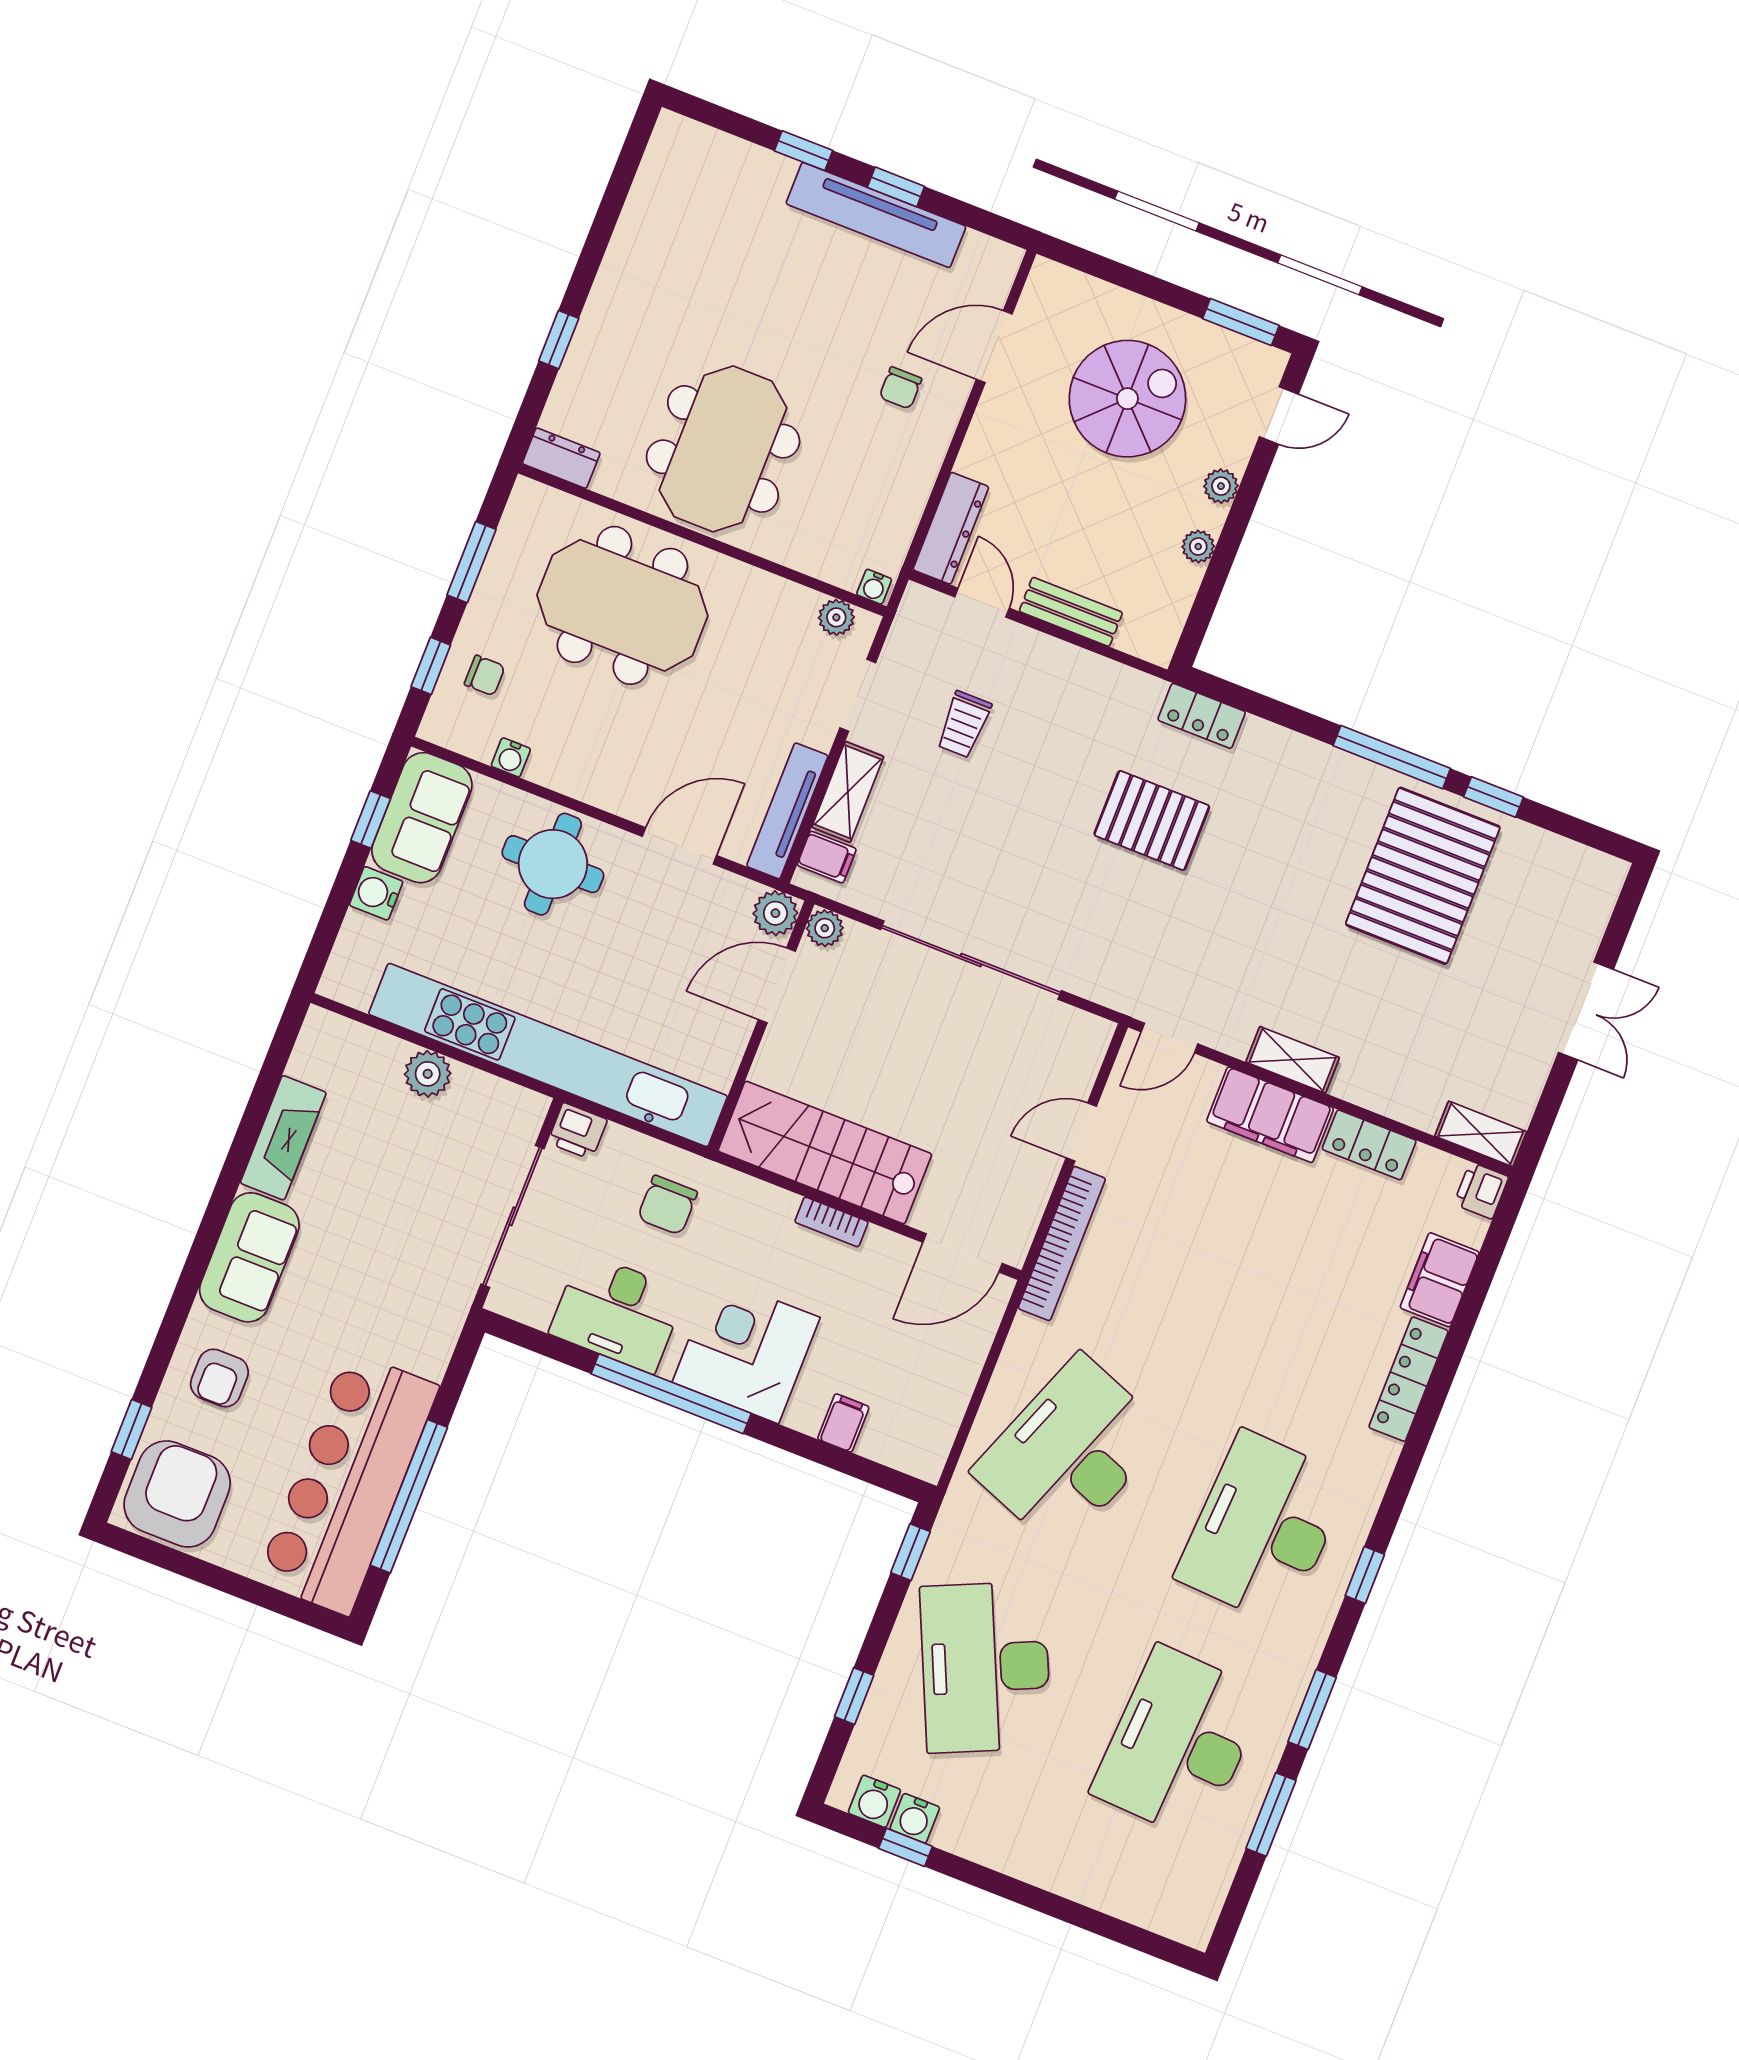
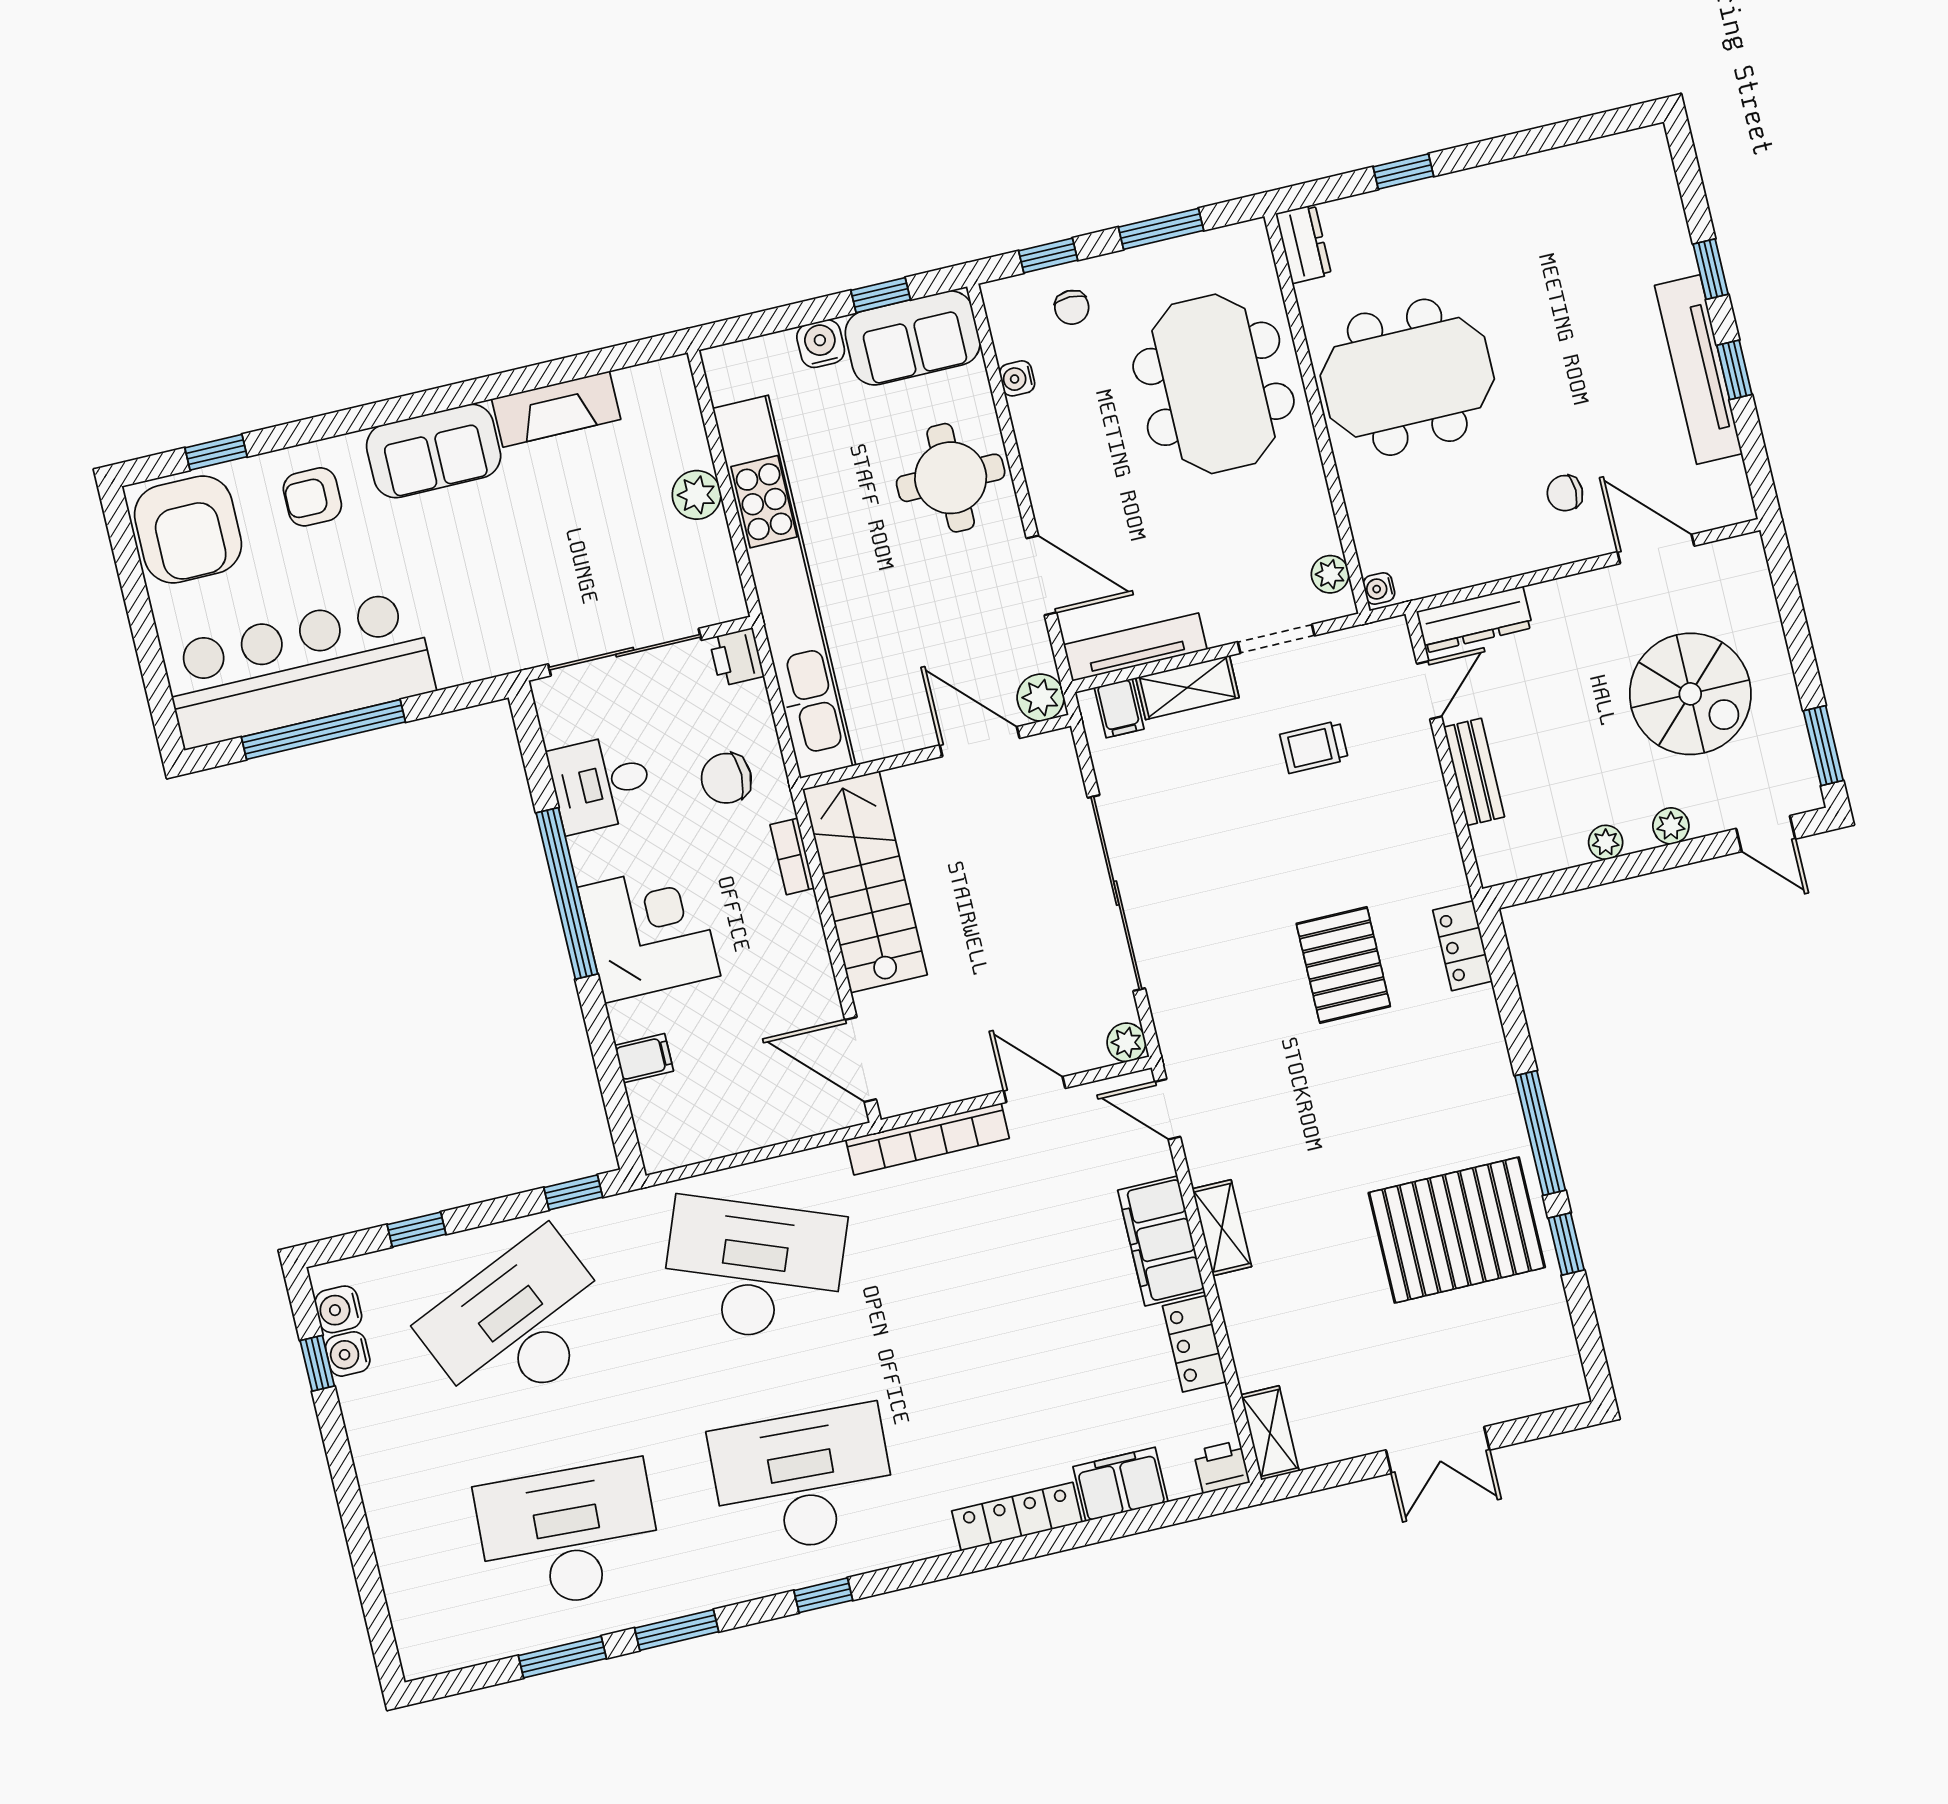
plant: (825, 928) -> (1126, 1042), moved
bookcase: (831, 1222) -> (792, 856), moved
desk: (617, 1312) -> (601, 783), width x0.73
armchair: (177, 1494) -> (188, 529), turned 90

